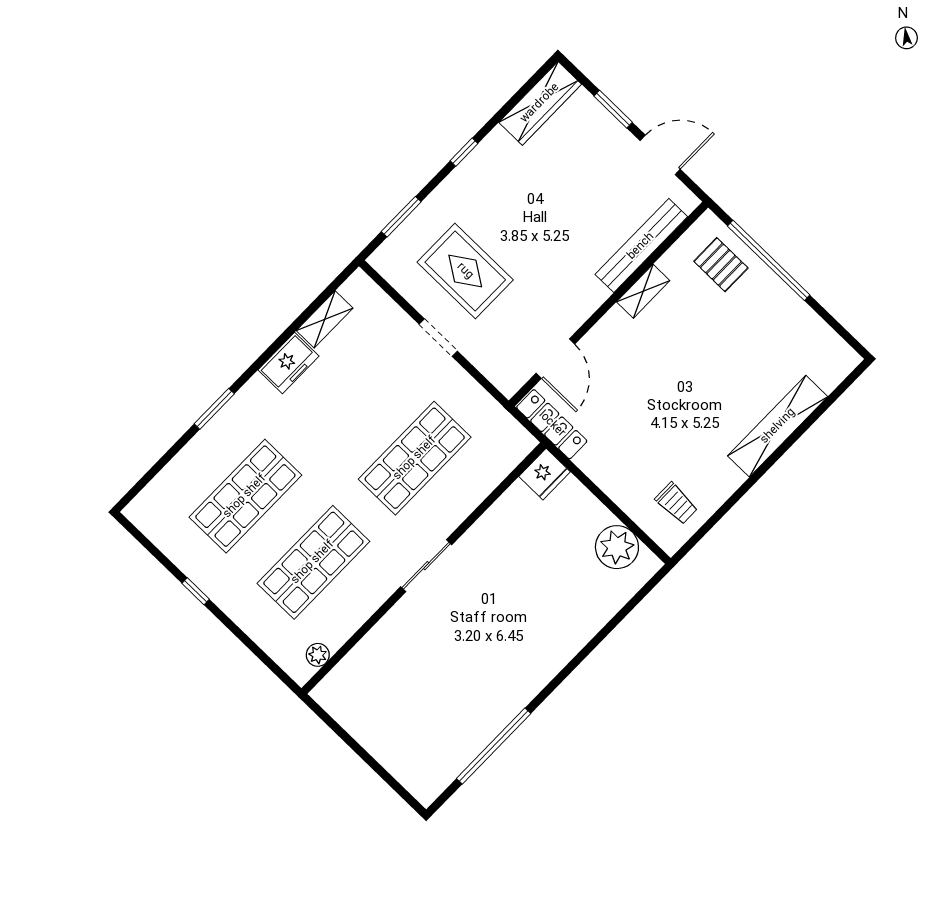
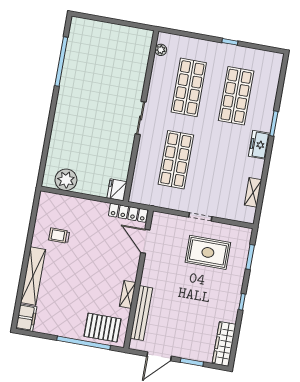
pallet: (721, 265) -> (103, 328), width x1.50, depth x1.42
freezer: (288, 363) -> (259, 145), moved
filing cabinet: (835, 365) -> (26, 318), added
trolley: (676, 503) -> (59, 236), moved

